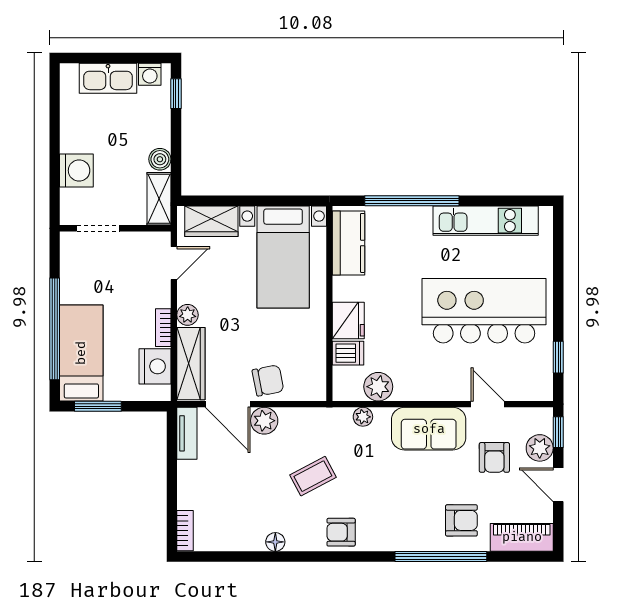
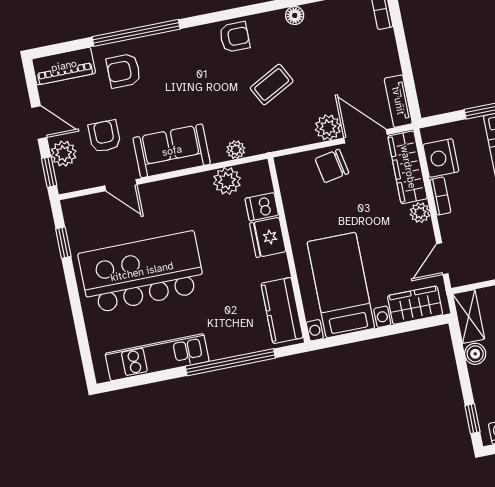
kitchen island: (484, 311) -> (142, 272), turned 180

